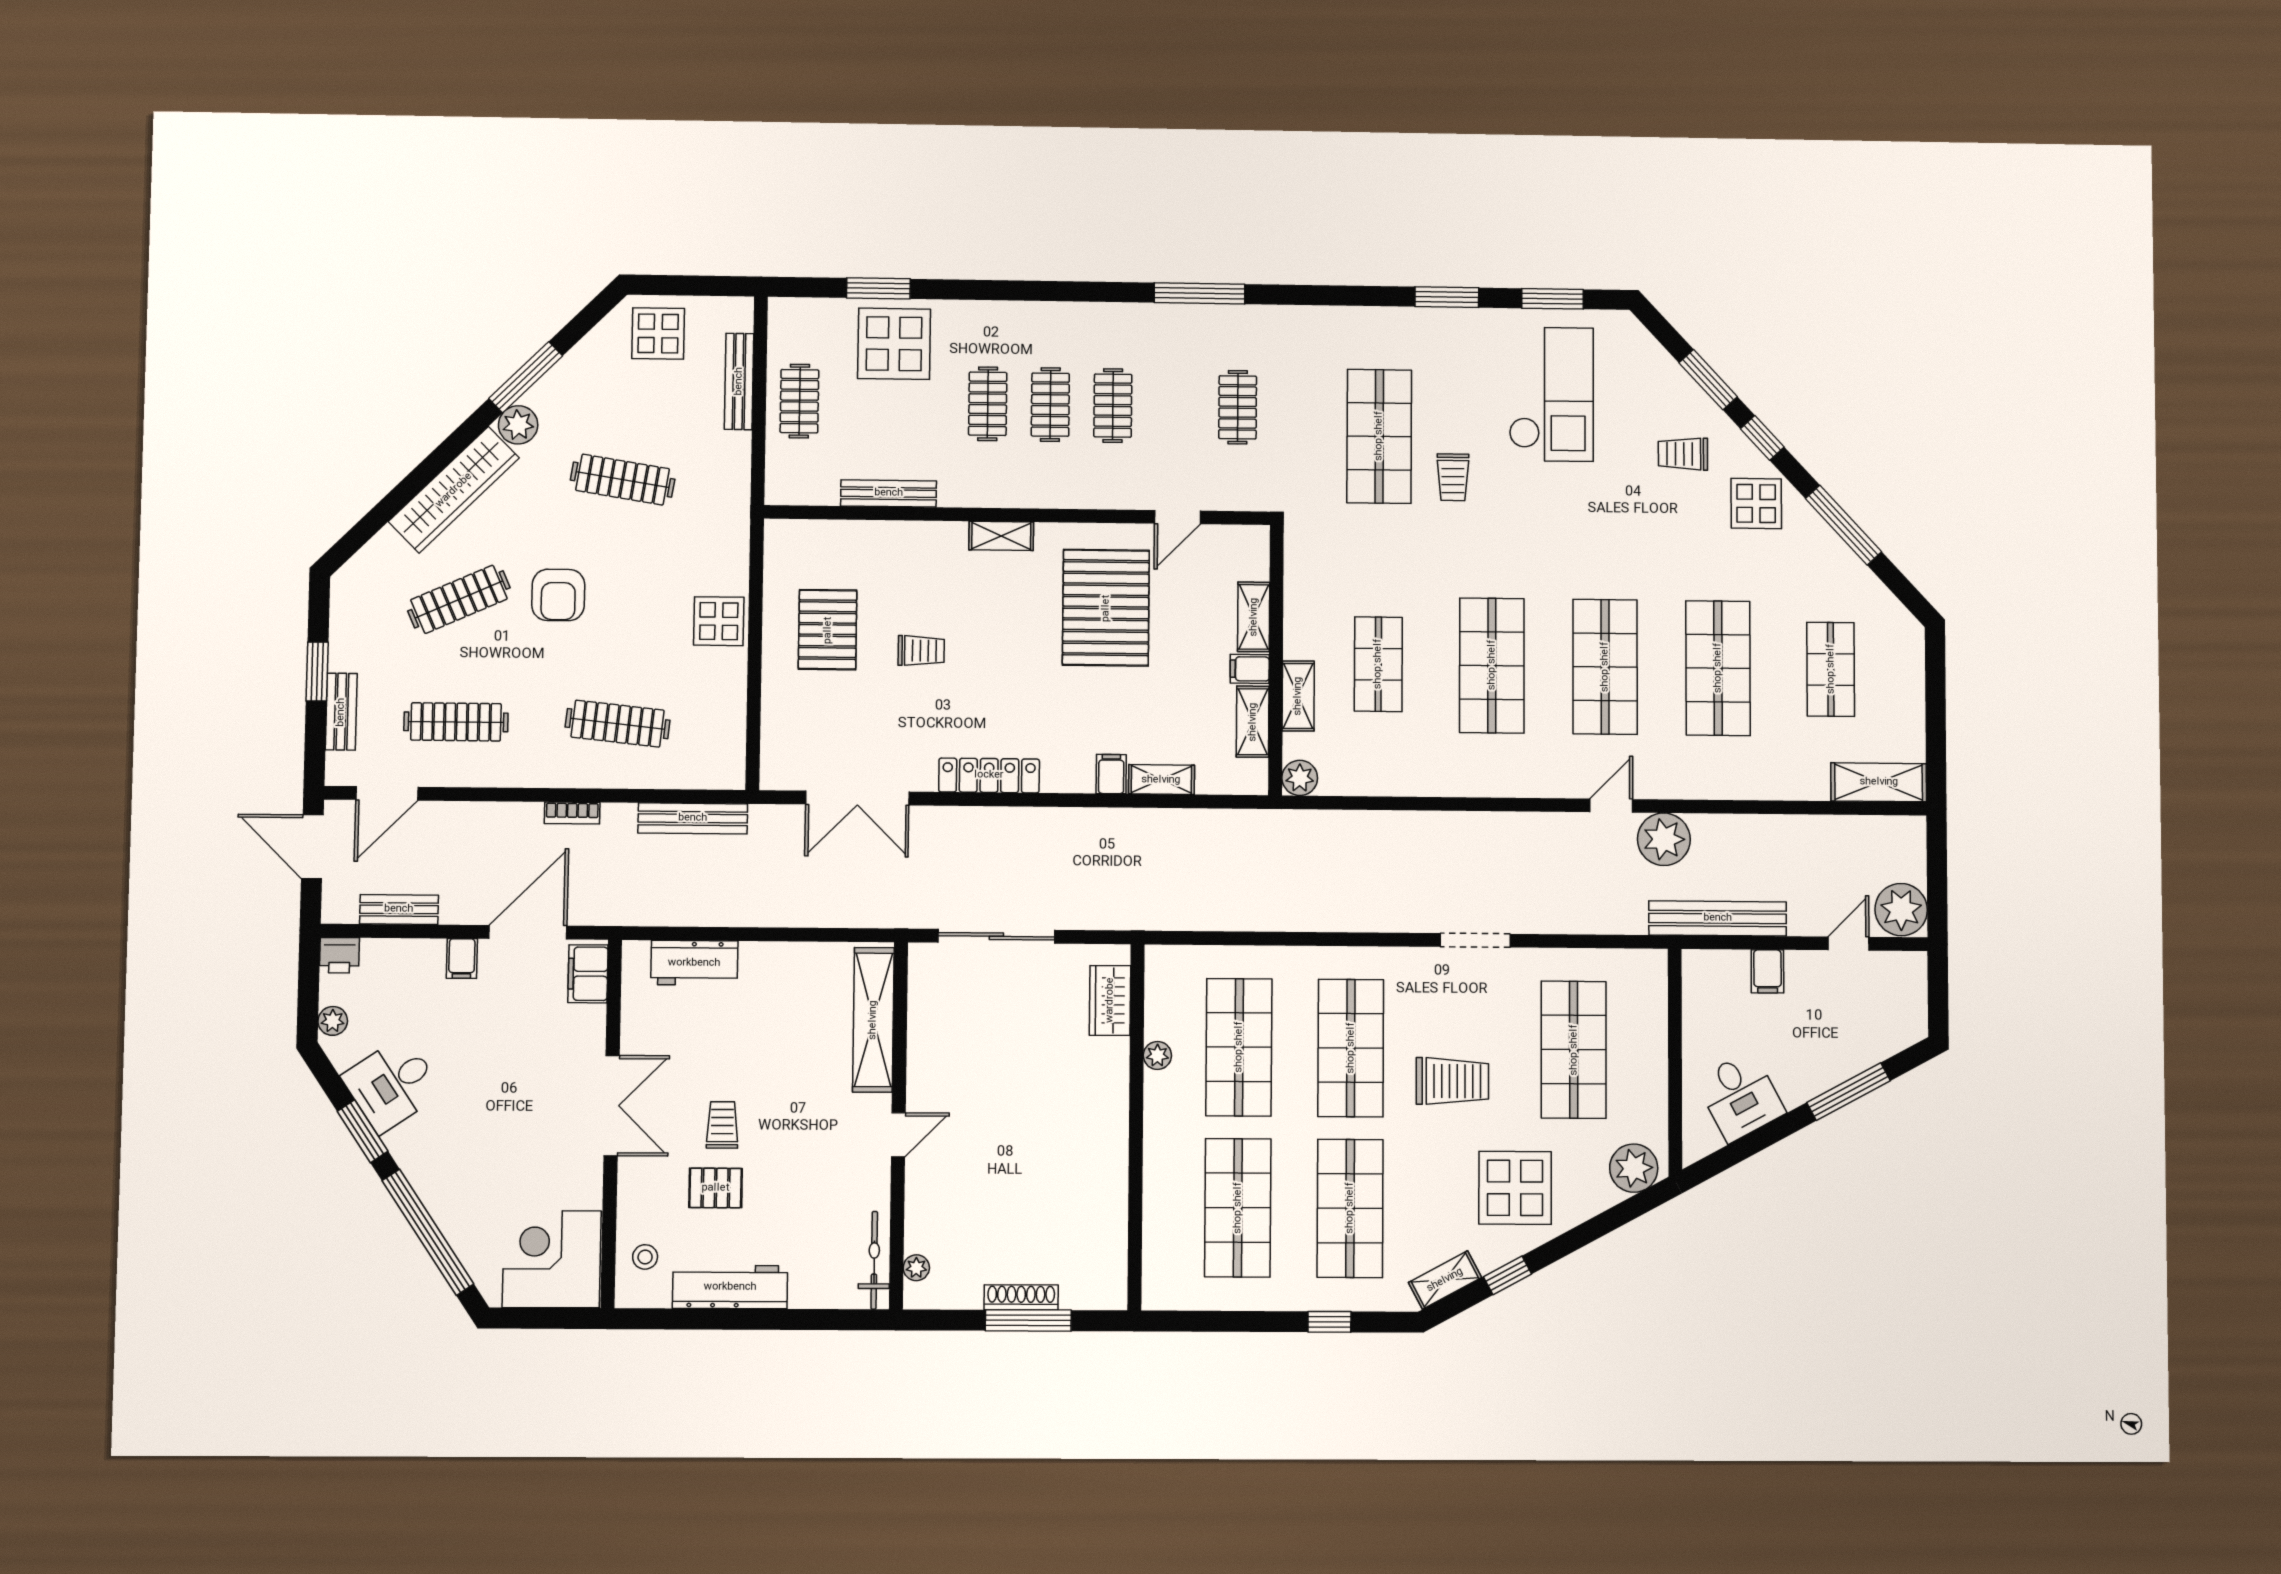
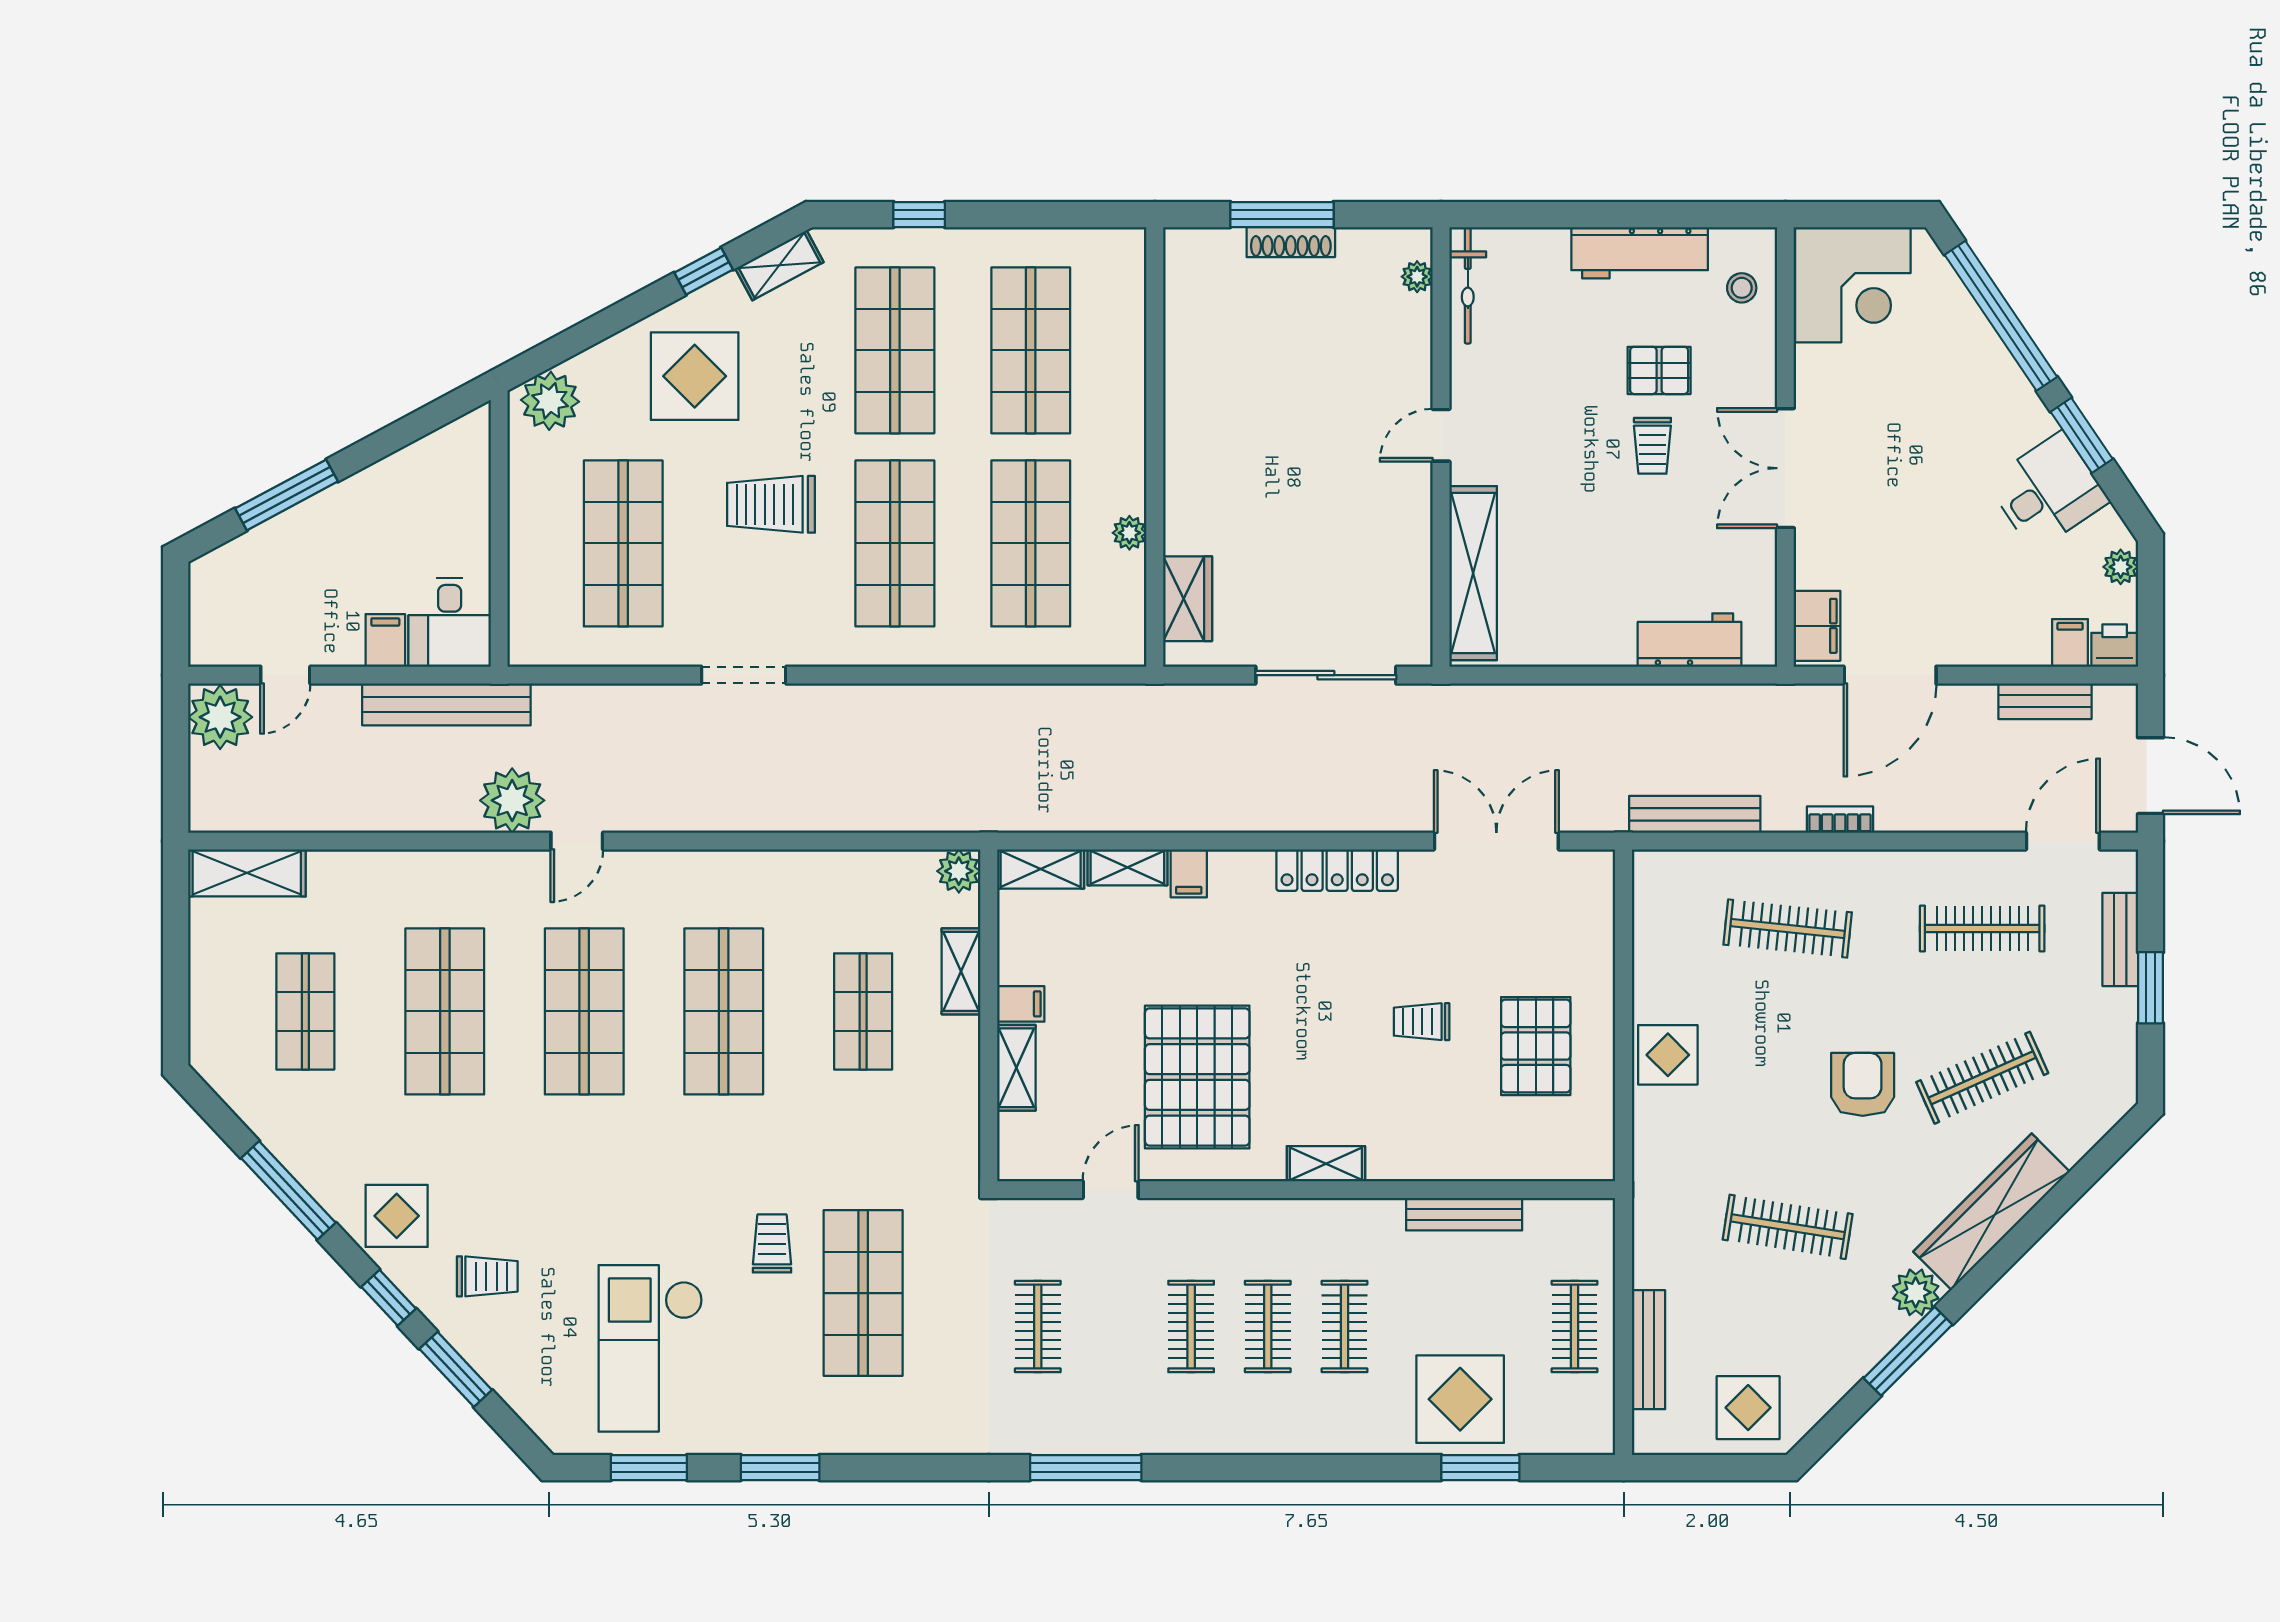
shelving: (1253, 722) -> (1041, 869), moved, turned 90
filing cabinet: (462, 958) -> (2070, 643), moved
desk: (1740, 1096) -> (450, 622), moved, turned -152

